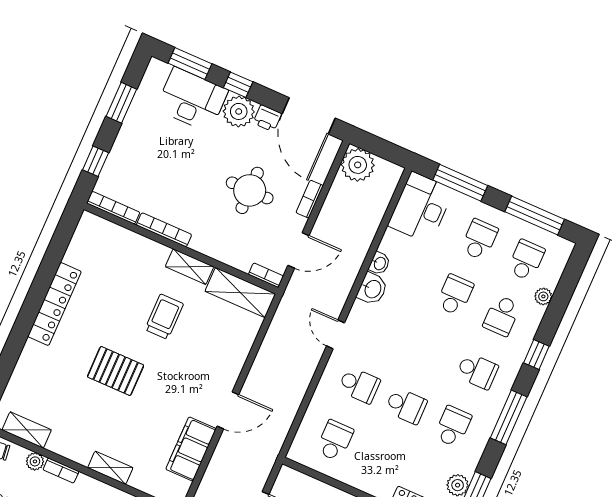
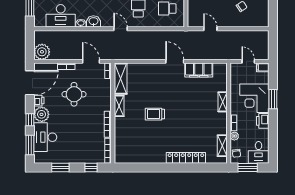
desk: (421, 208) -> (61, 16), moved
locker: (54, 304) -> (186, 158), moved
trolley: (164, 317) -> (155, 114), moved
door: (336, 334) -> (121, 29), swing flipped
pallet: (116, 371) -> (179, 118), removed

